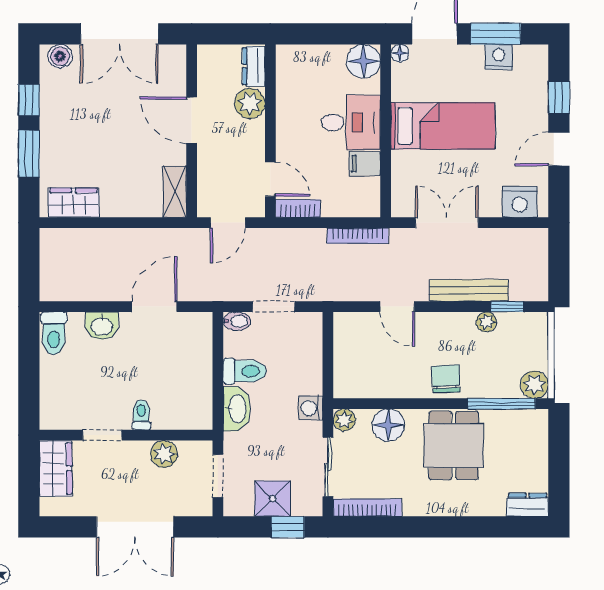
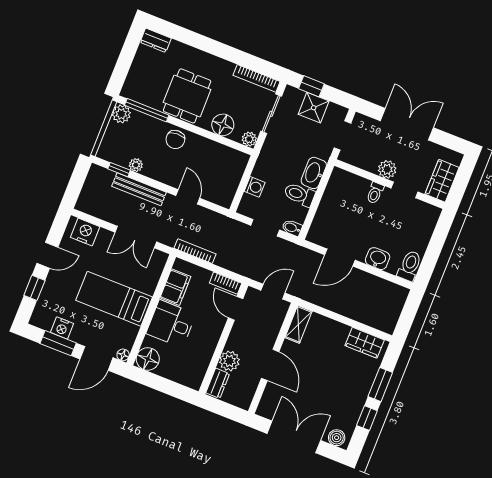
filing cabinet: (365, 164) -> (175, 287), width x2.00
washing machine: (311, 408) -> (255, 187), moved
plant: (164, 454) -> (387, 169), moved

